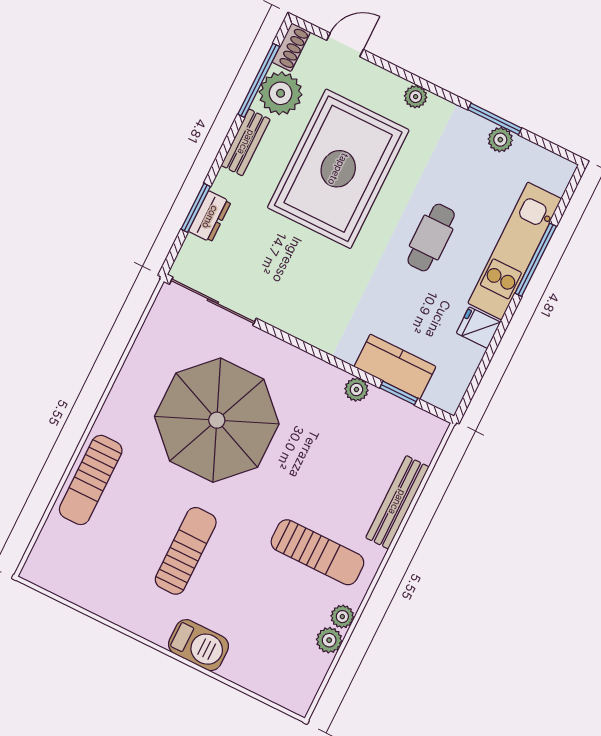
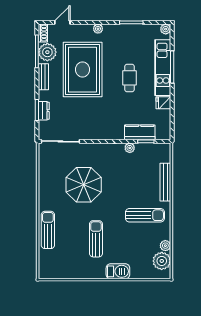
plant: (500, 140) -> (166, 29), moved
parasol: (217, 420) -> (84, 185), width x0.73, depth x0.73
sun lounger: (91, 480) -> (48, 230), turned 180
plant: (342, 617) -> (162, 261), moved, width x1.88, depth x1.88

